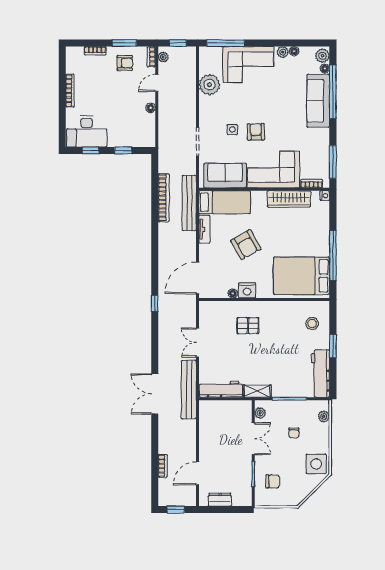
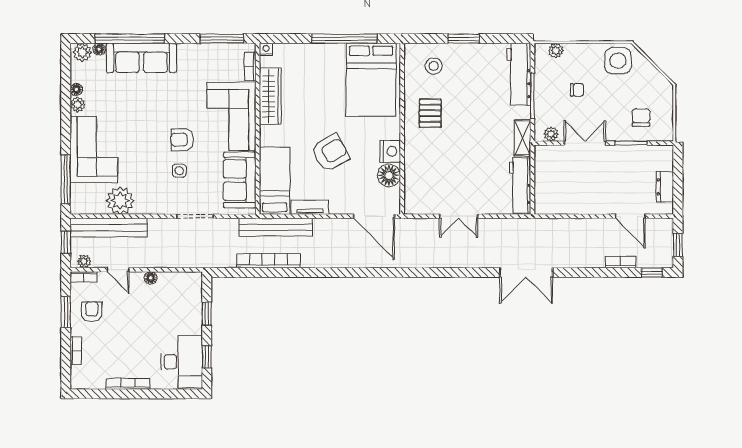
floor lamp: (233, 293) -> (389, 175), width x1.89, depth x1.89
window: (155, 303) -> (652, 272), moved
pallet: (248, 326) -> (430, 113), moved
workbench: (321, 374) -> (519, 74), moved, turned 90
bench: (189, 390) -> (109, 228), moved

